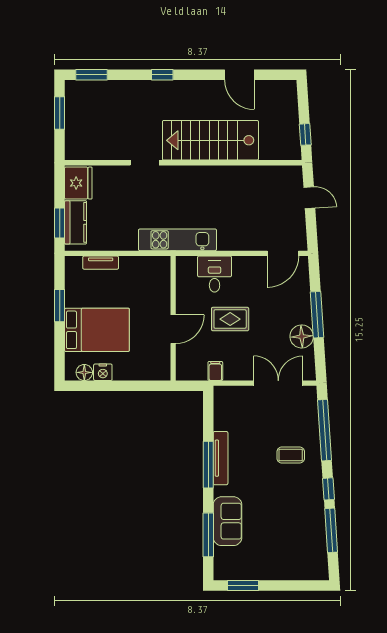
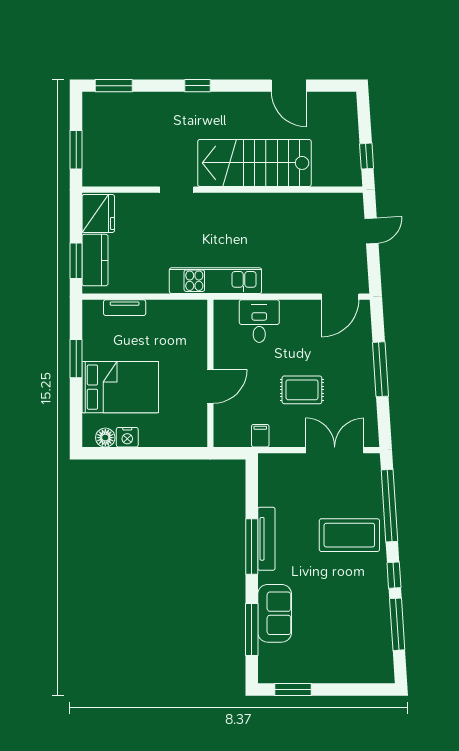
window: (60, 113) -> (76, 150), moved
door: (309, 198) -> (371, 231), hinge flipped
rug: (230, 319) -> (302, 390), moved
floor lamp: (302, 336) -> (362, 395), removed
coffee table: (291, 455) -> (349, 535), width x1.86, depth x1.72

